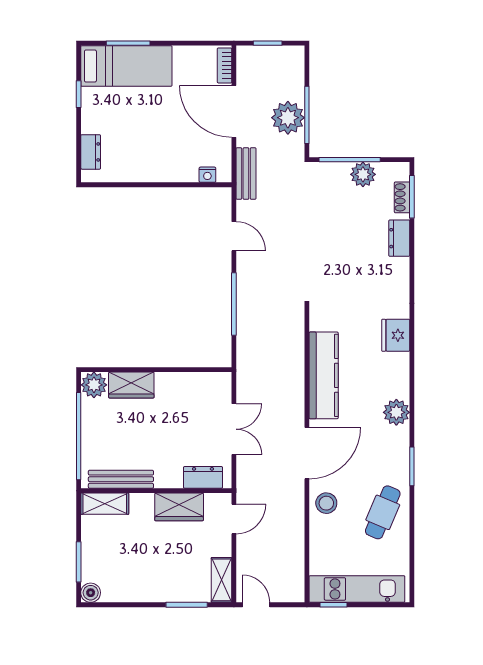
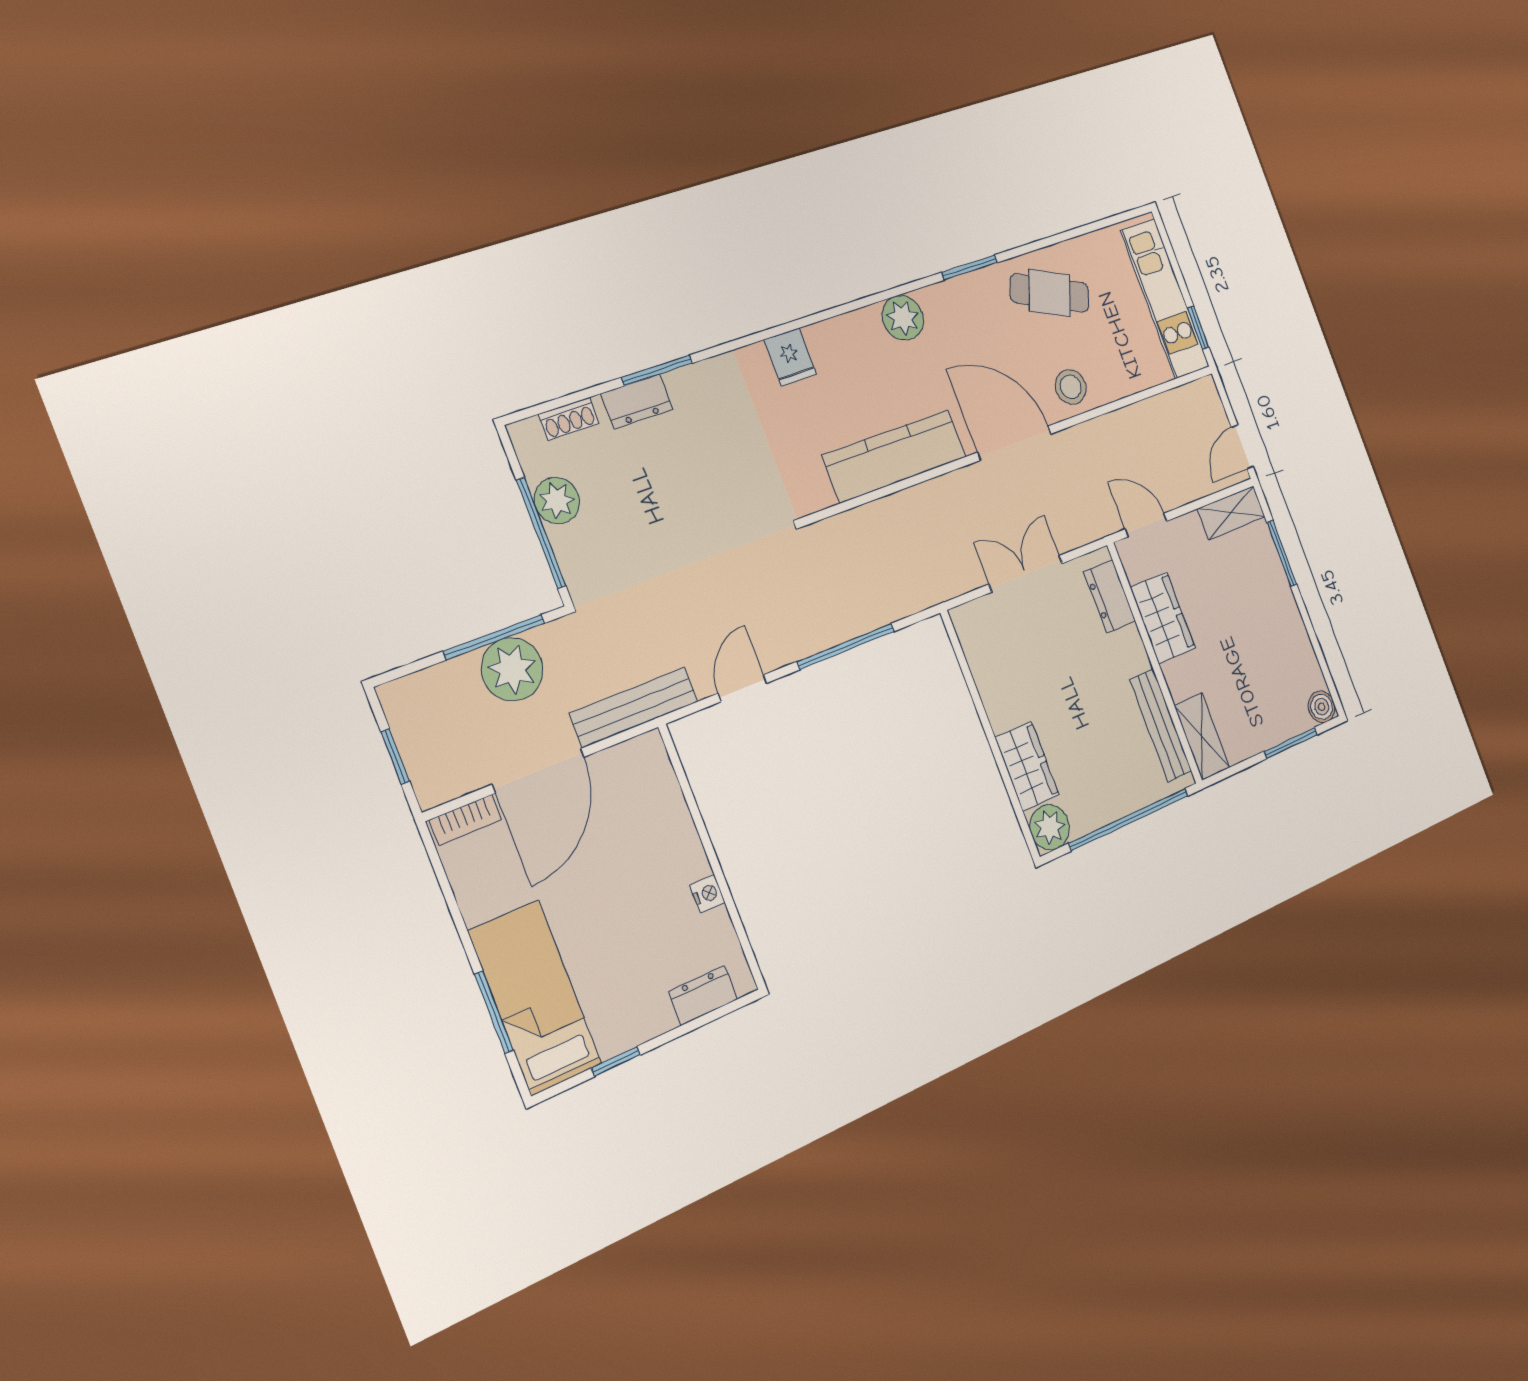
bench: (246, 173) -> (634, 707), width x1.36
nightstand: (207, 175) -> (707, 894), moved
window: (412, 197) -> (657, 370), moved
fridge: (396, 335) -> (790, 357), width x0.72

